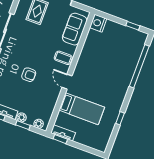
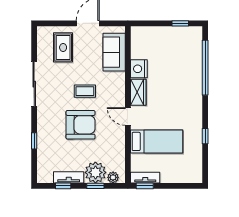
nightstand: (98, 23) -> (139, 69), moved
coffee table: (63, 58) -> (85, 91), moved
wardrobe: (82, 66) -> (138, 92), added
armchair: (29, 75) -> (81, 125), width x1.88, depth x1.88
plant: (22, 117) -> (95, 172), width x1.88, depth x1.88

